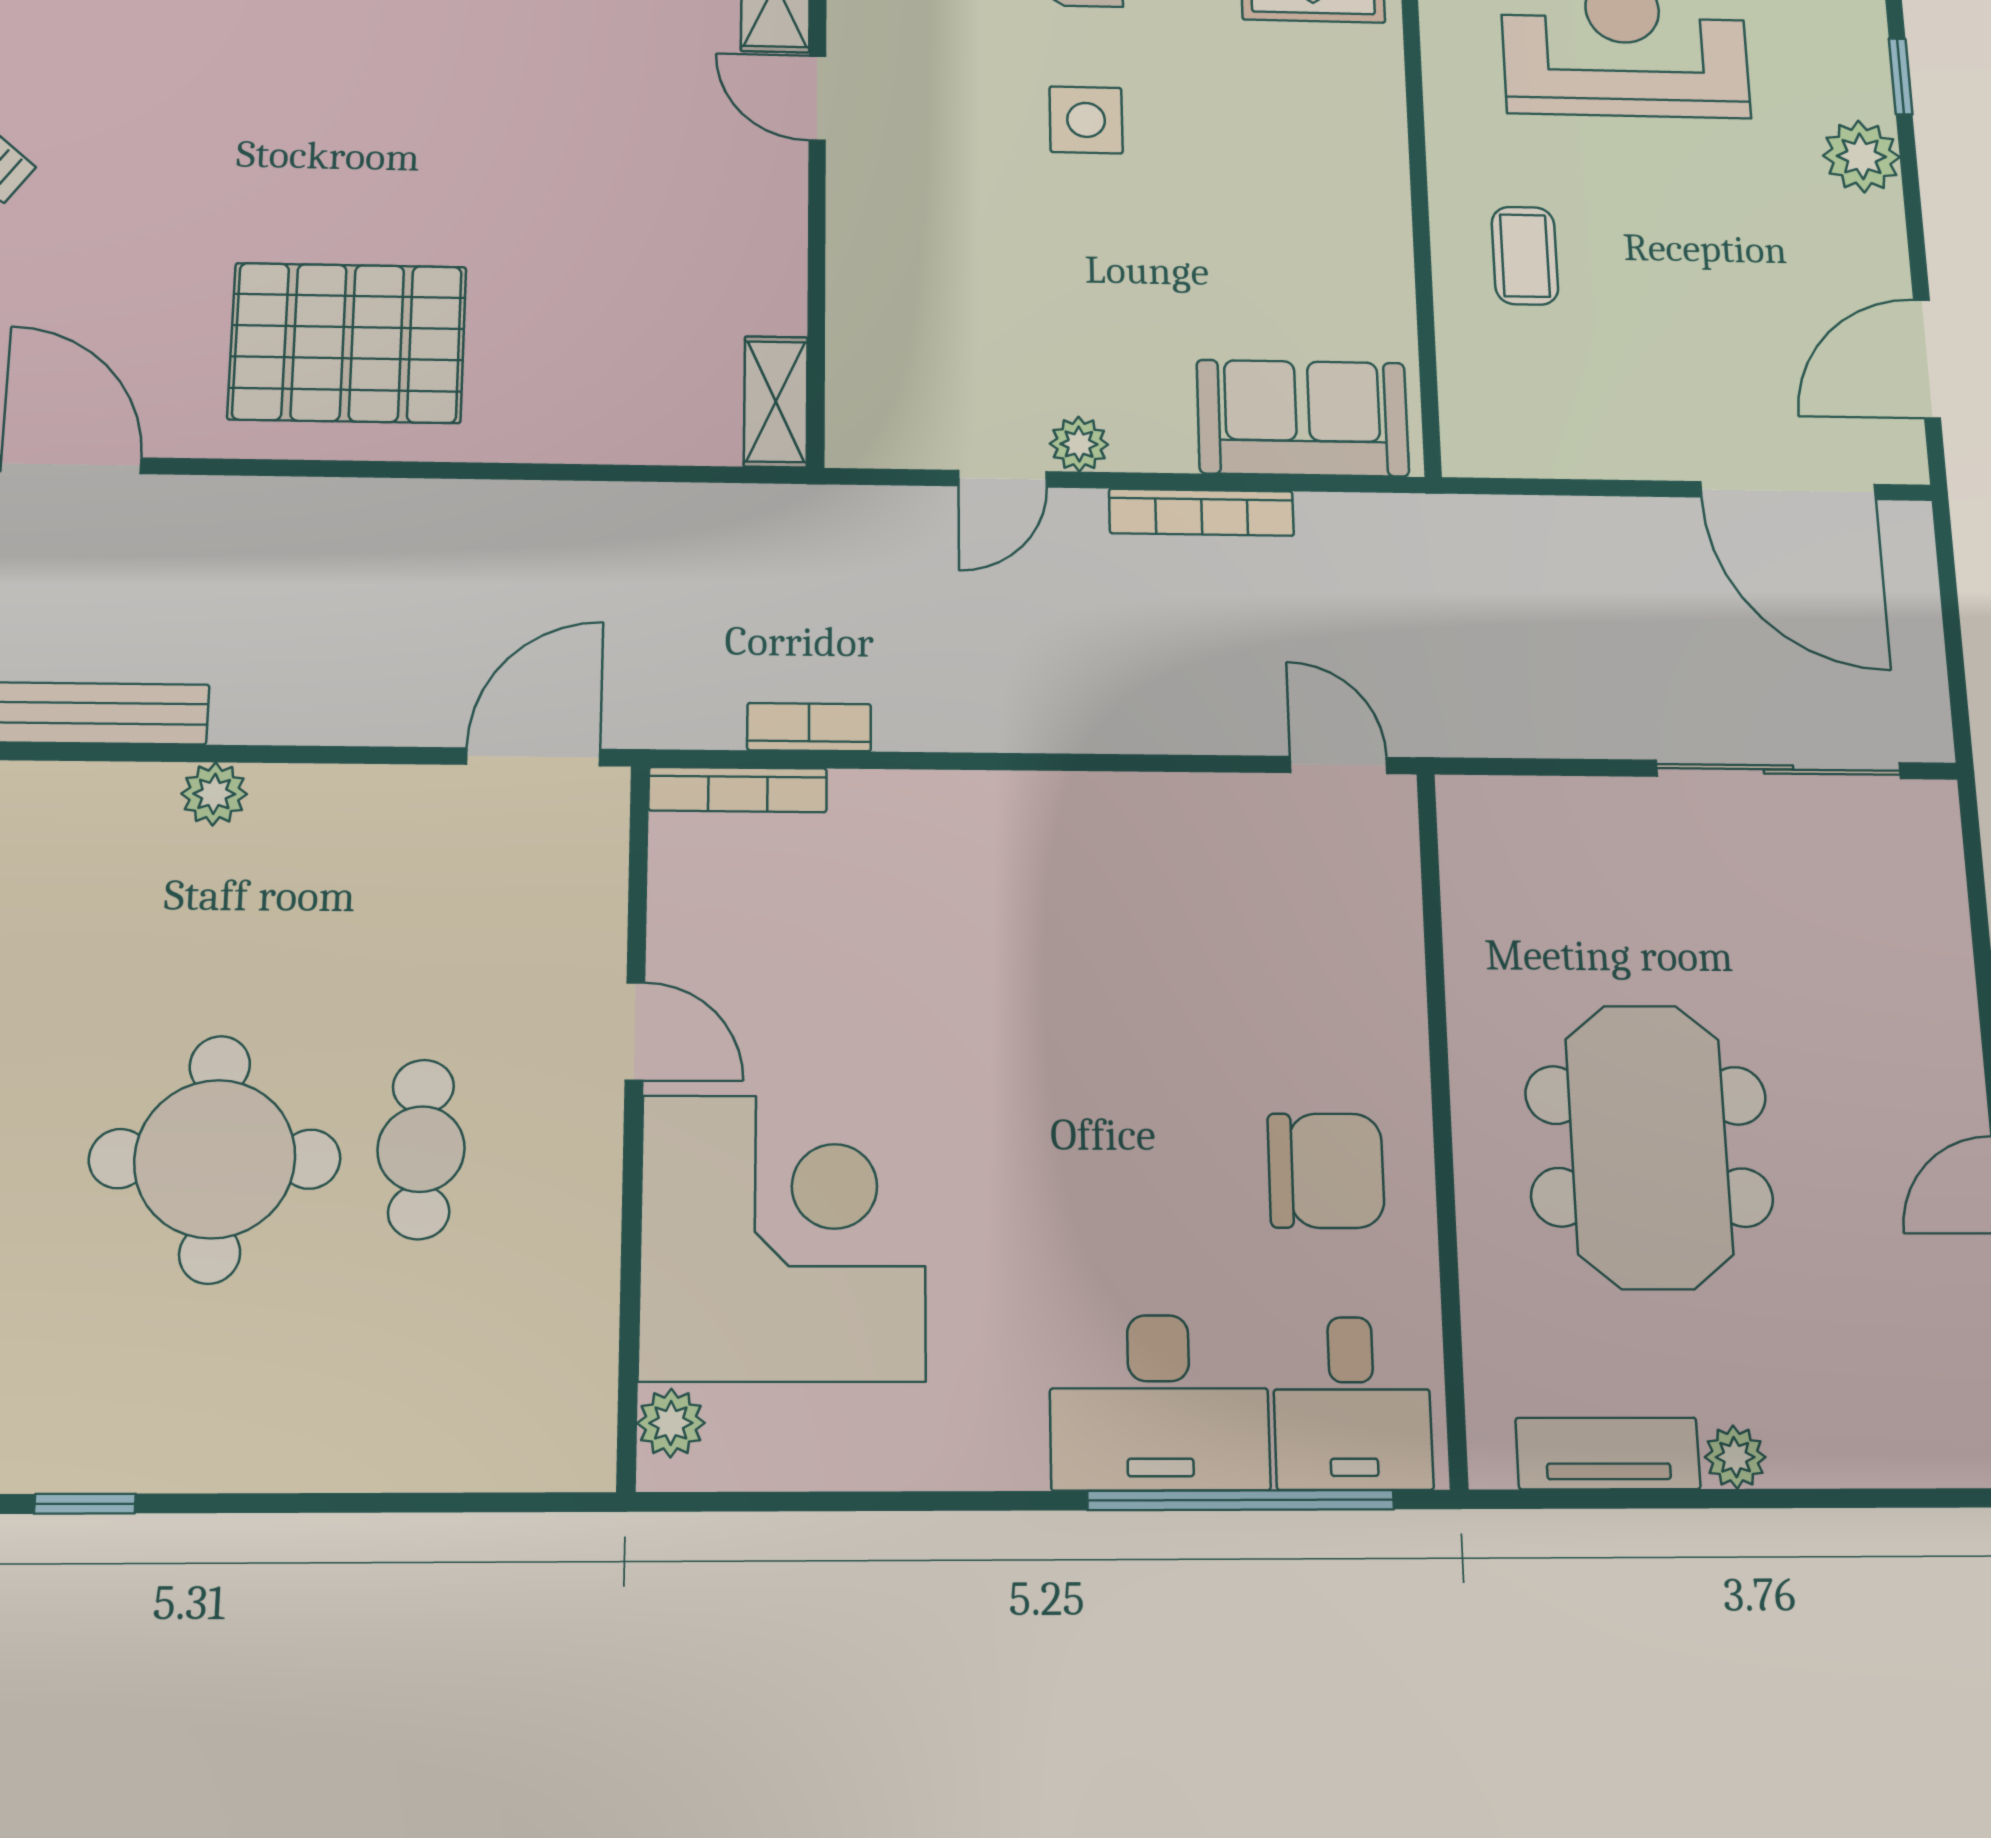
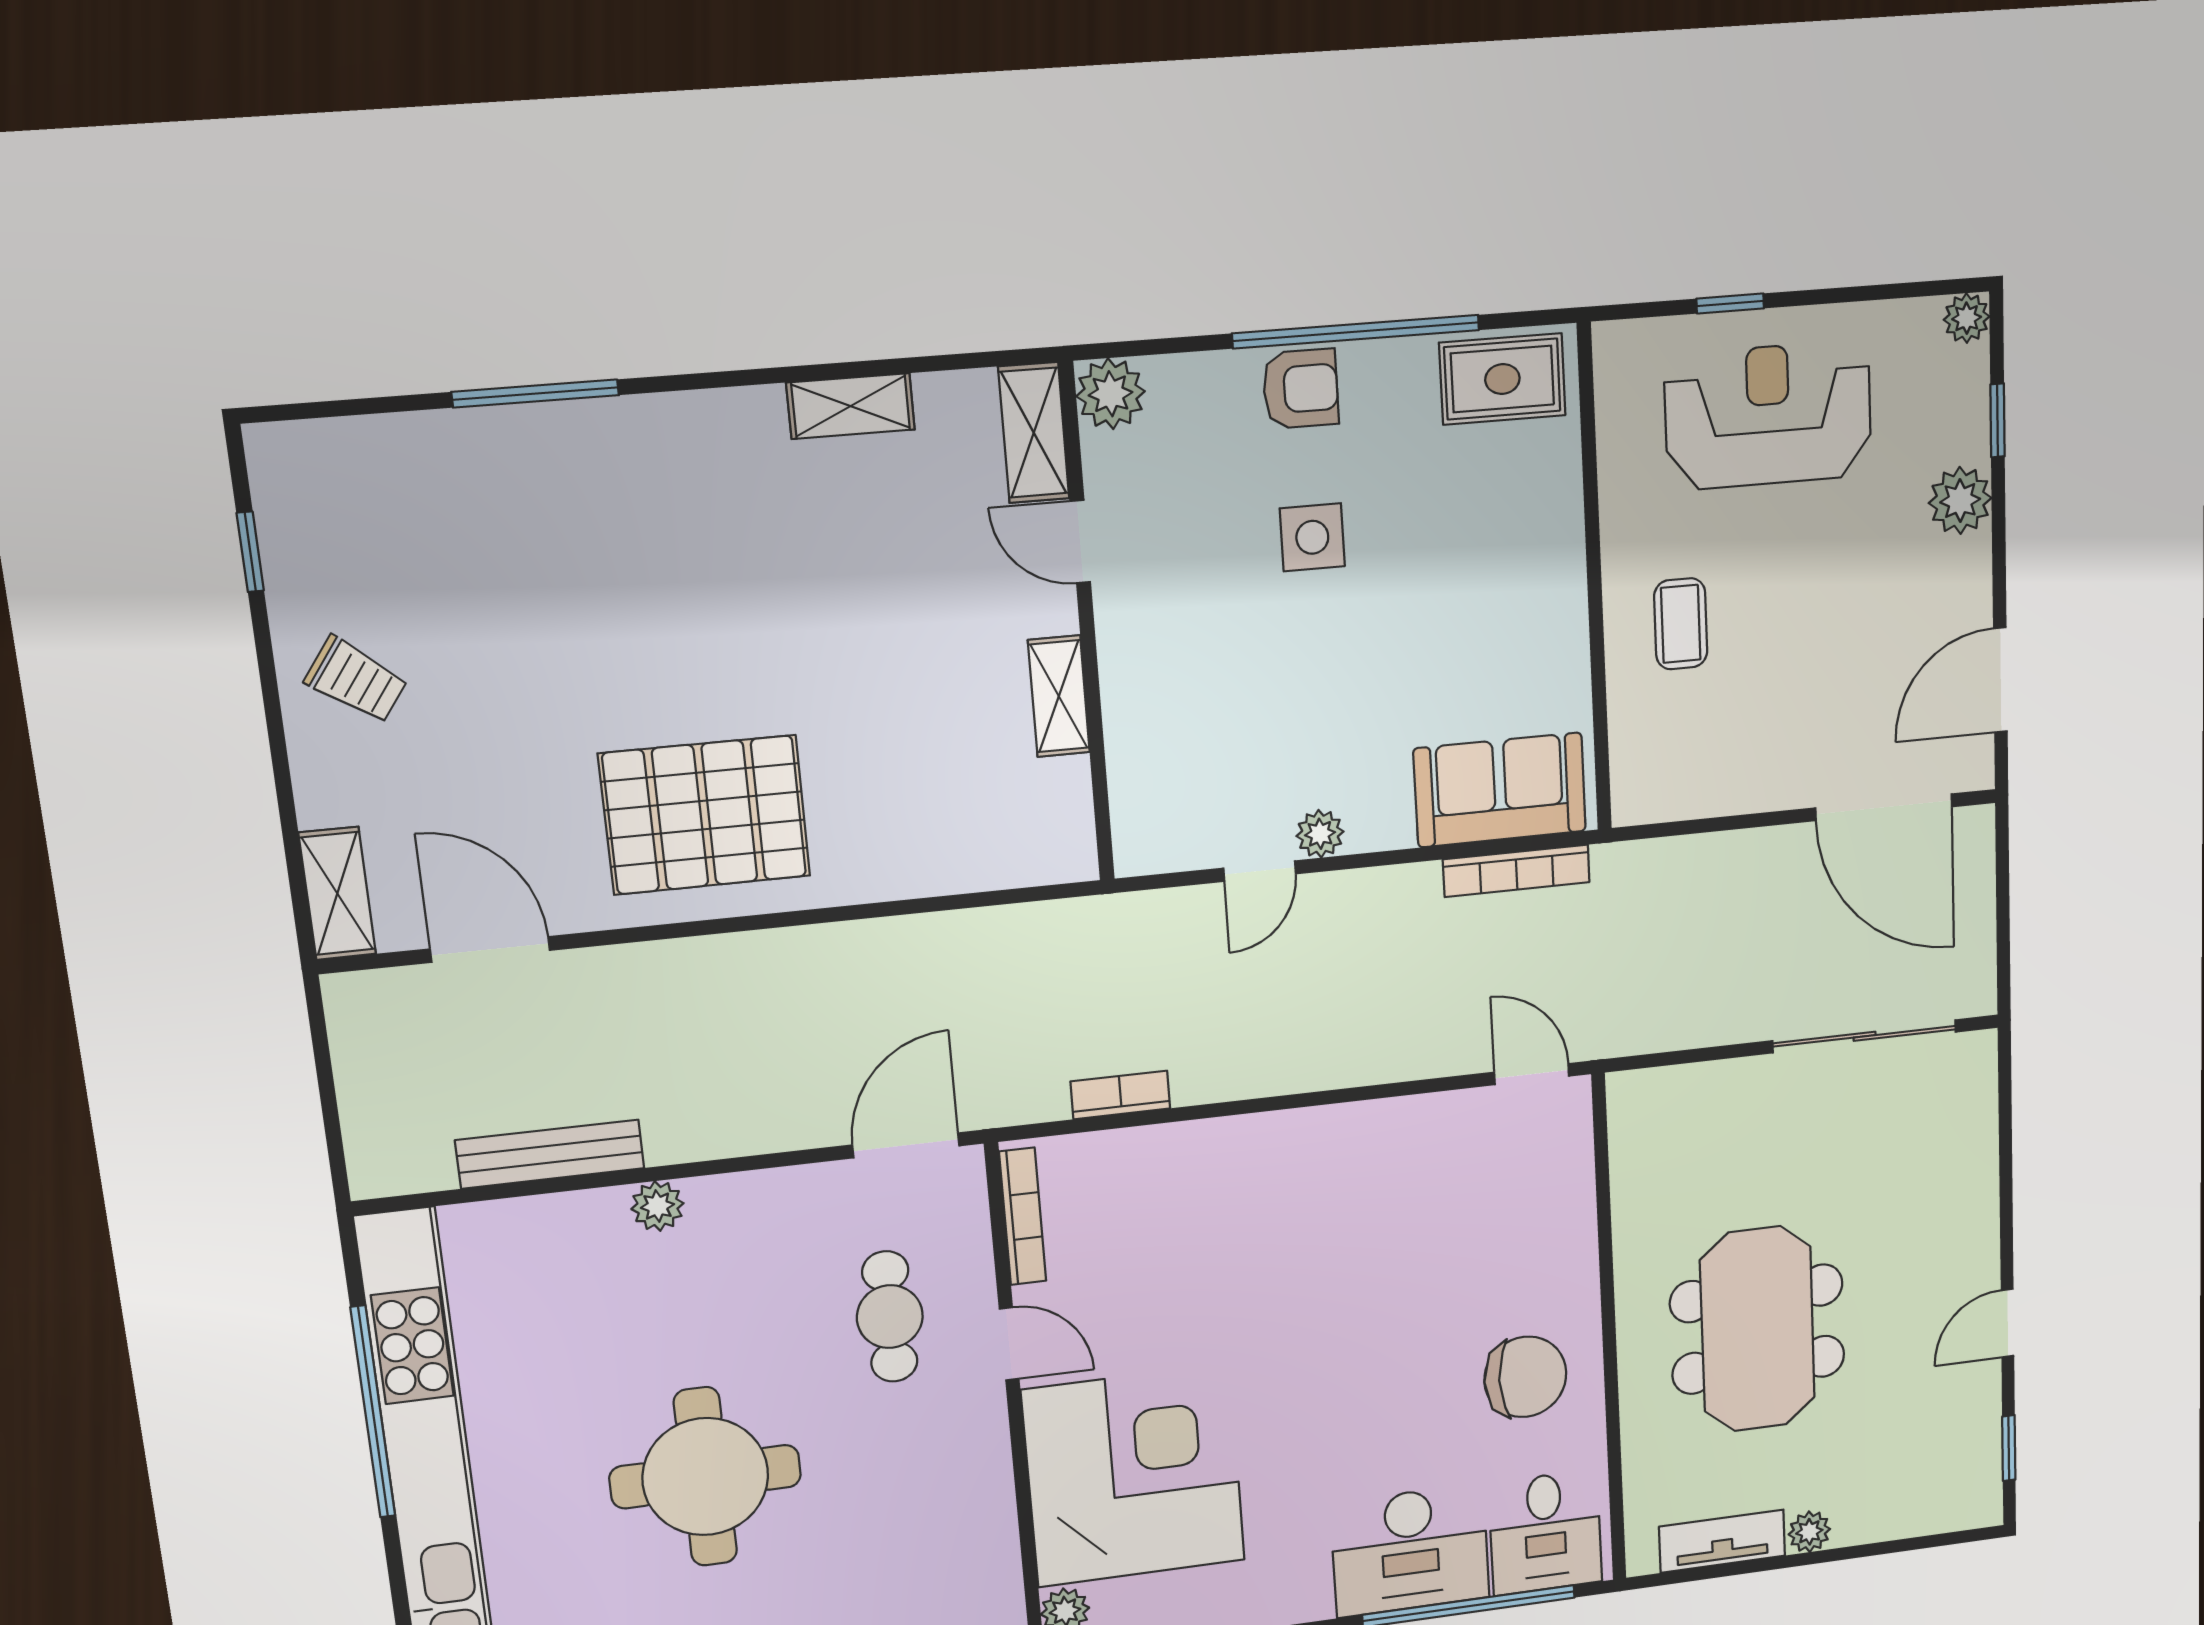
shelving: (776, 402) -> (1059, 696), moved
bookcase: (1201, 512) -> (1516, 871), moved
bookcase: (738, 790) -> (1023, 1216), moved, turned -90
cafe table: (421, 1149) -> (890, 1317), moved

